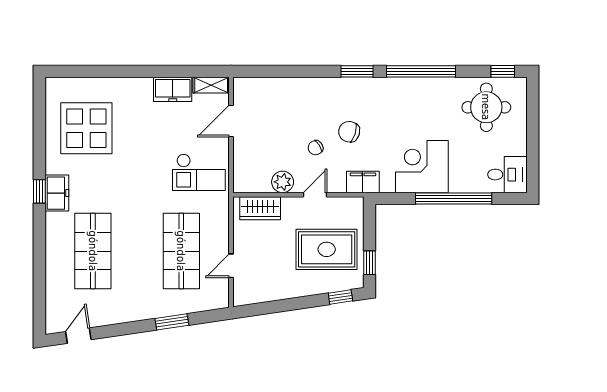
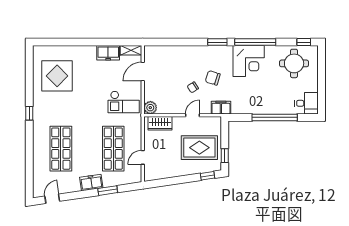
corner desk: (422, 167) -> (249, 61), moved, turned 180
plant: (283, 182) -> (150, 108), moved
freezer: (57, 193) -> (91, 182), moved, turned -98

